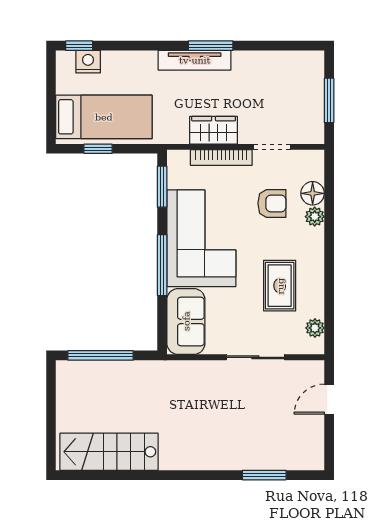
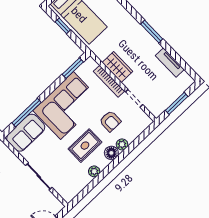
tv unit: (195, 60) -> (170, 63), moved, width x0.71
floor lamp: (313, 193) -> (111, 153), moved
window: (162, 265) -> (27, 113), moved
rug: (280, 286) -> (85, 146), moved
plant: (315, 328) -> (94, 171), moved

